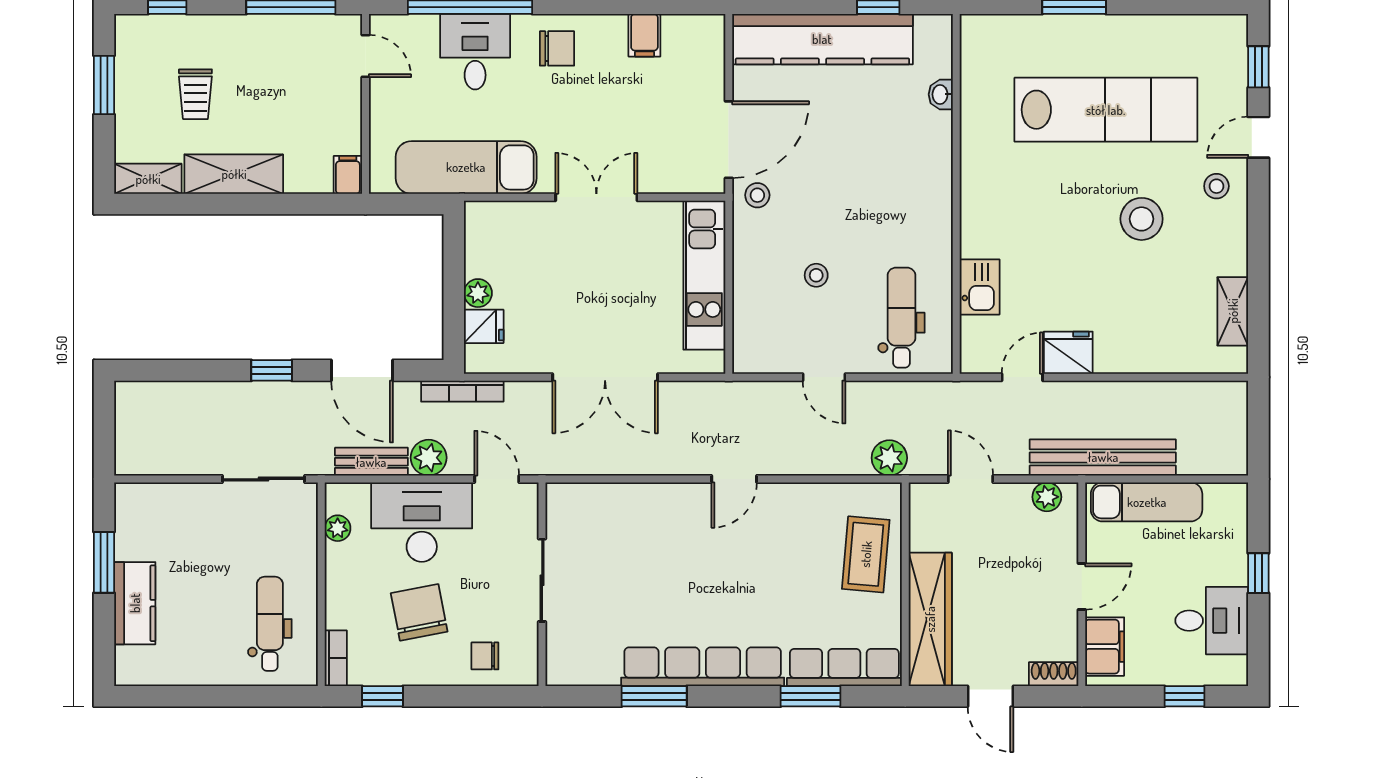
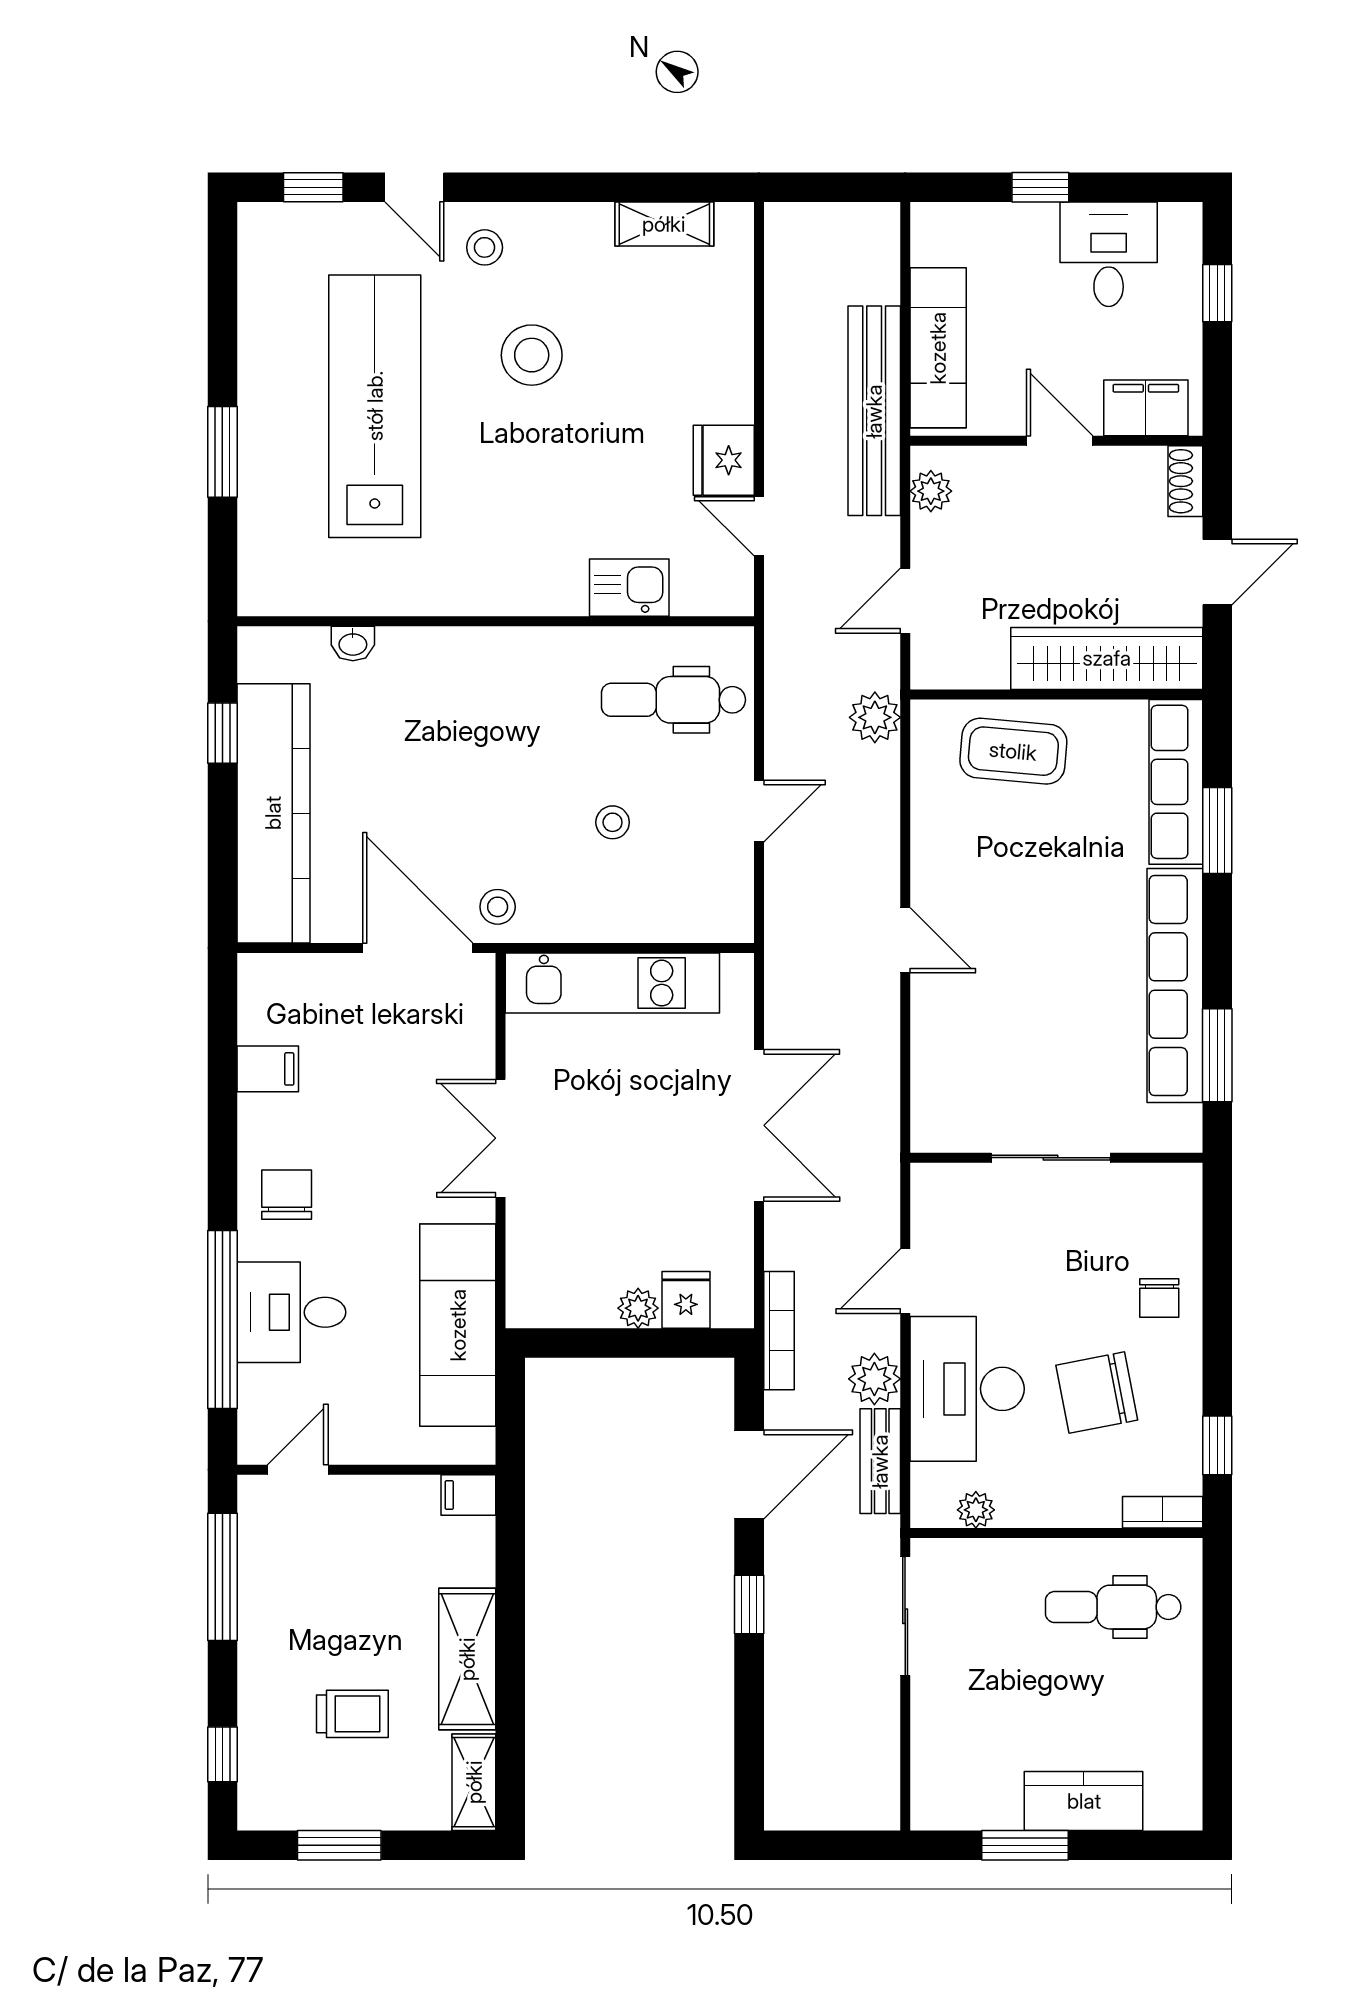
sliding door: (542, 580) -> (1051, 1158), moved
wall: (542, 584) -> (1056, 1158), moved

